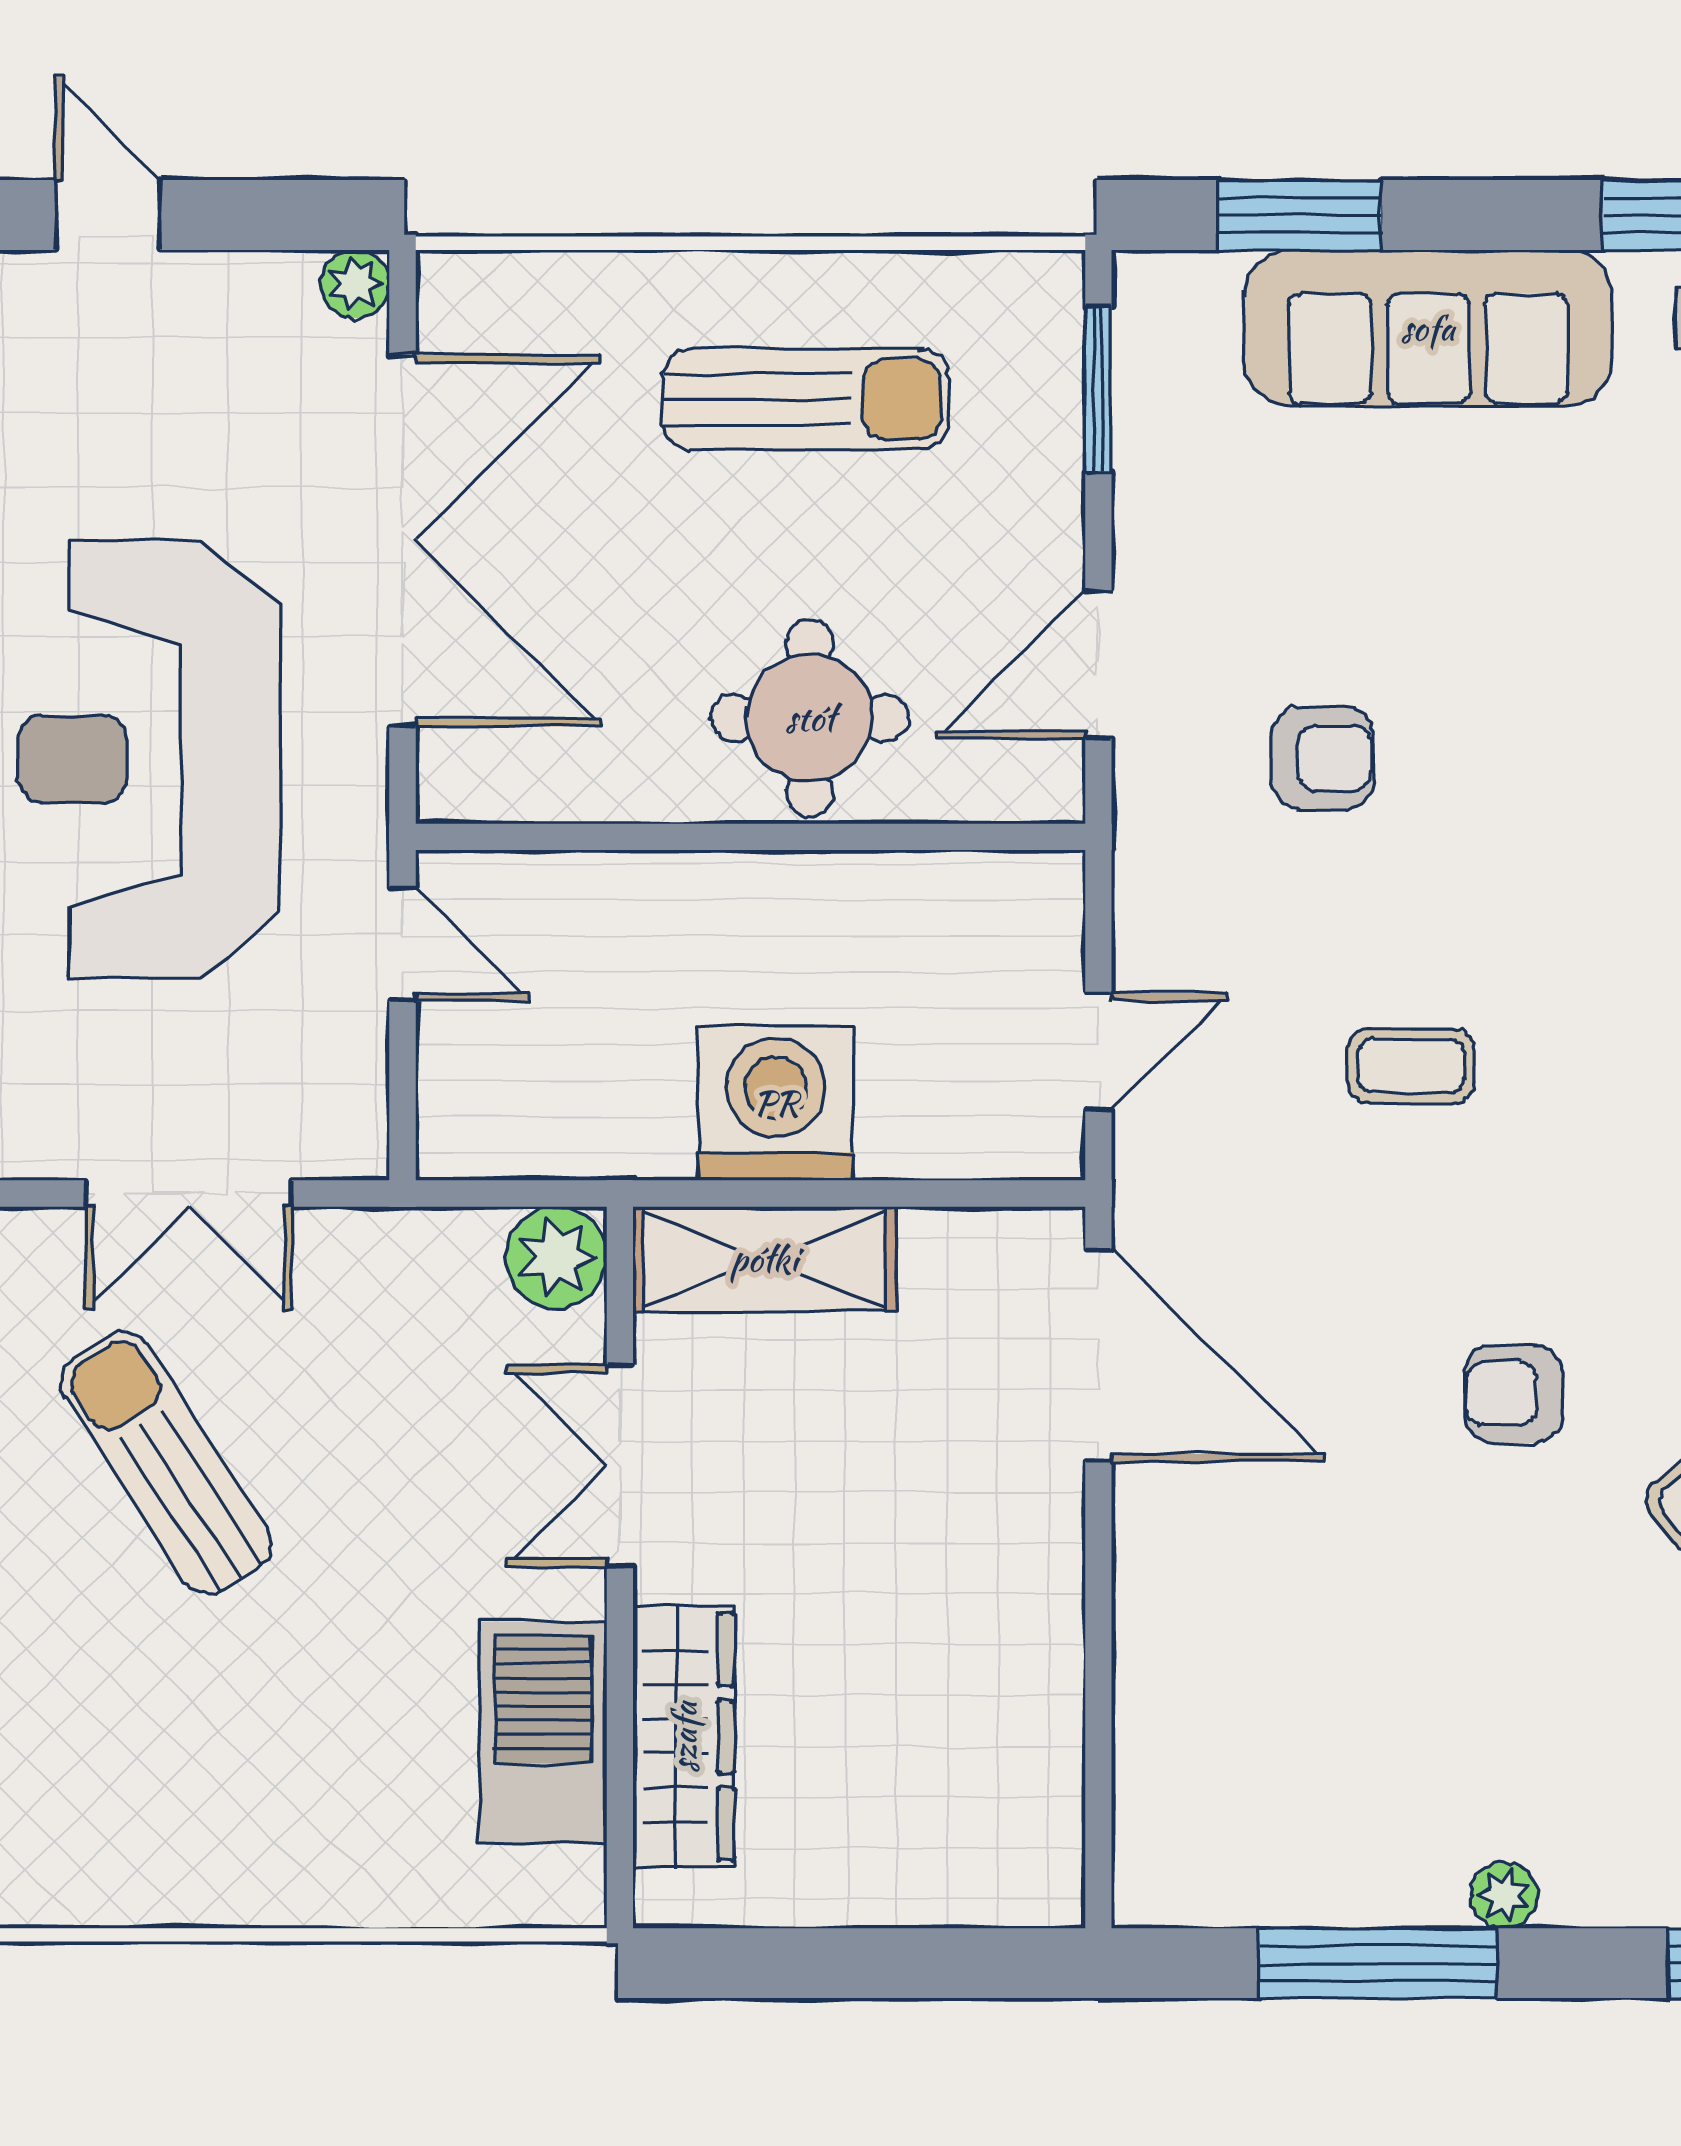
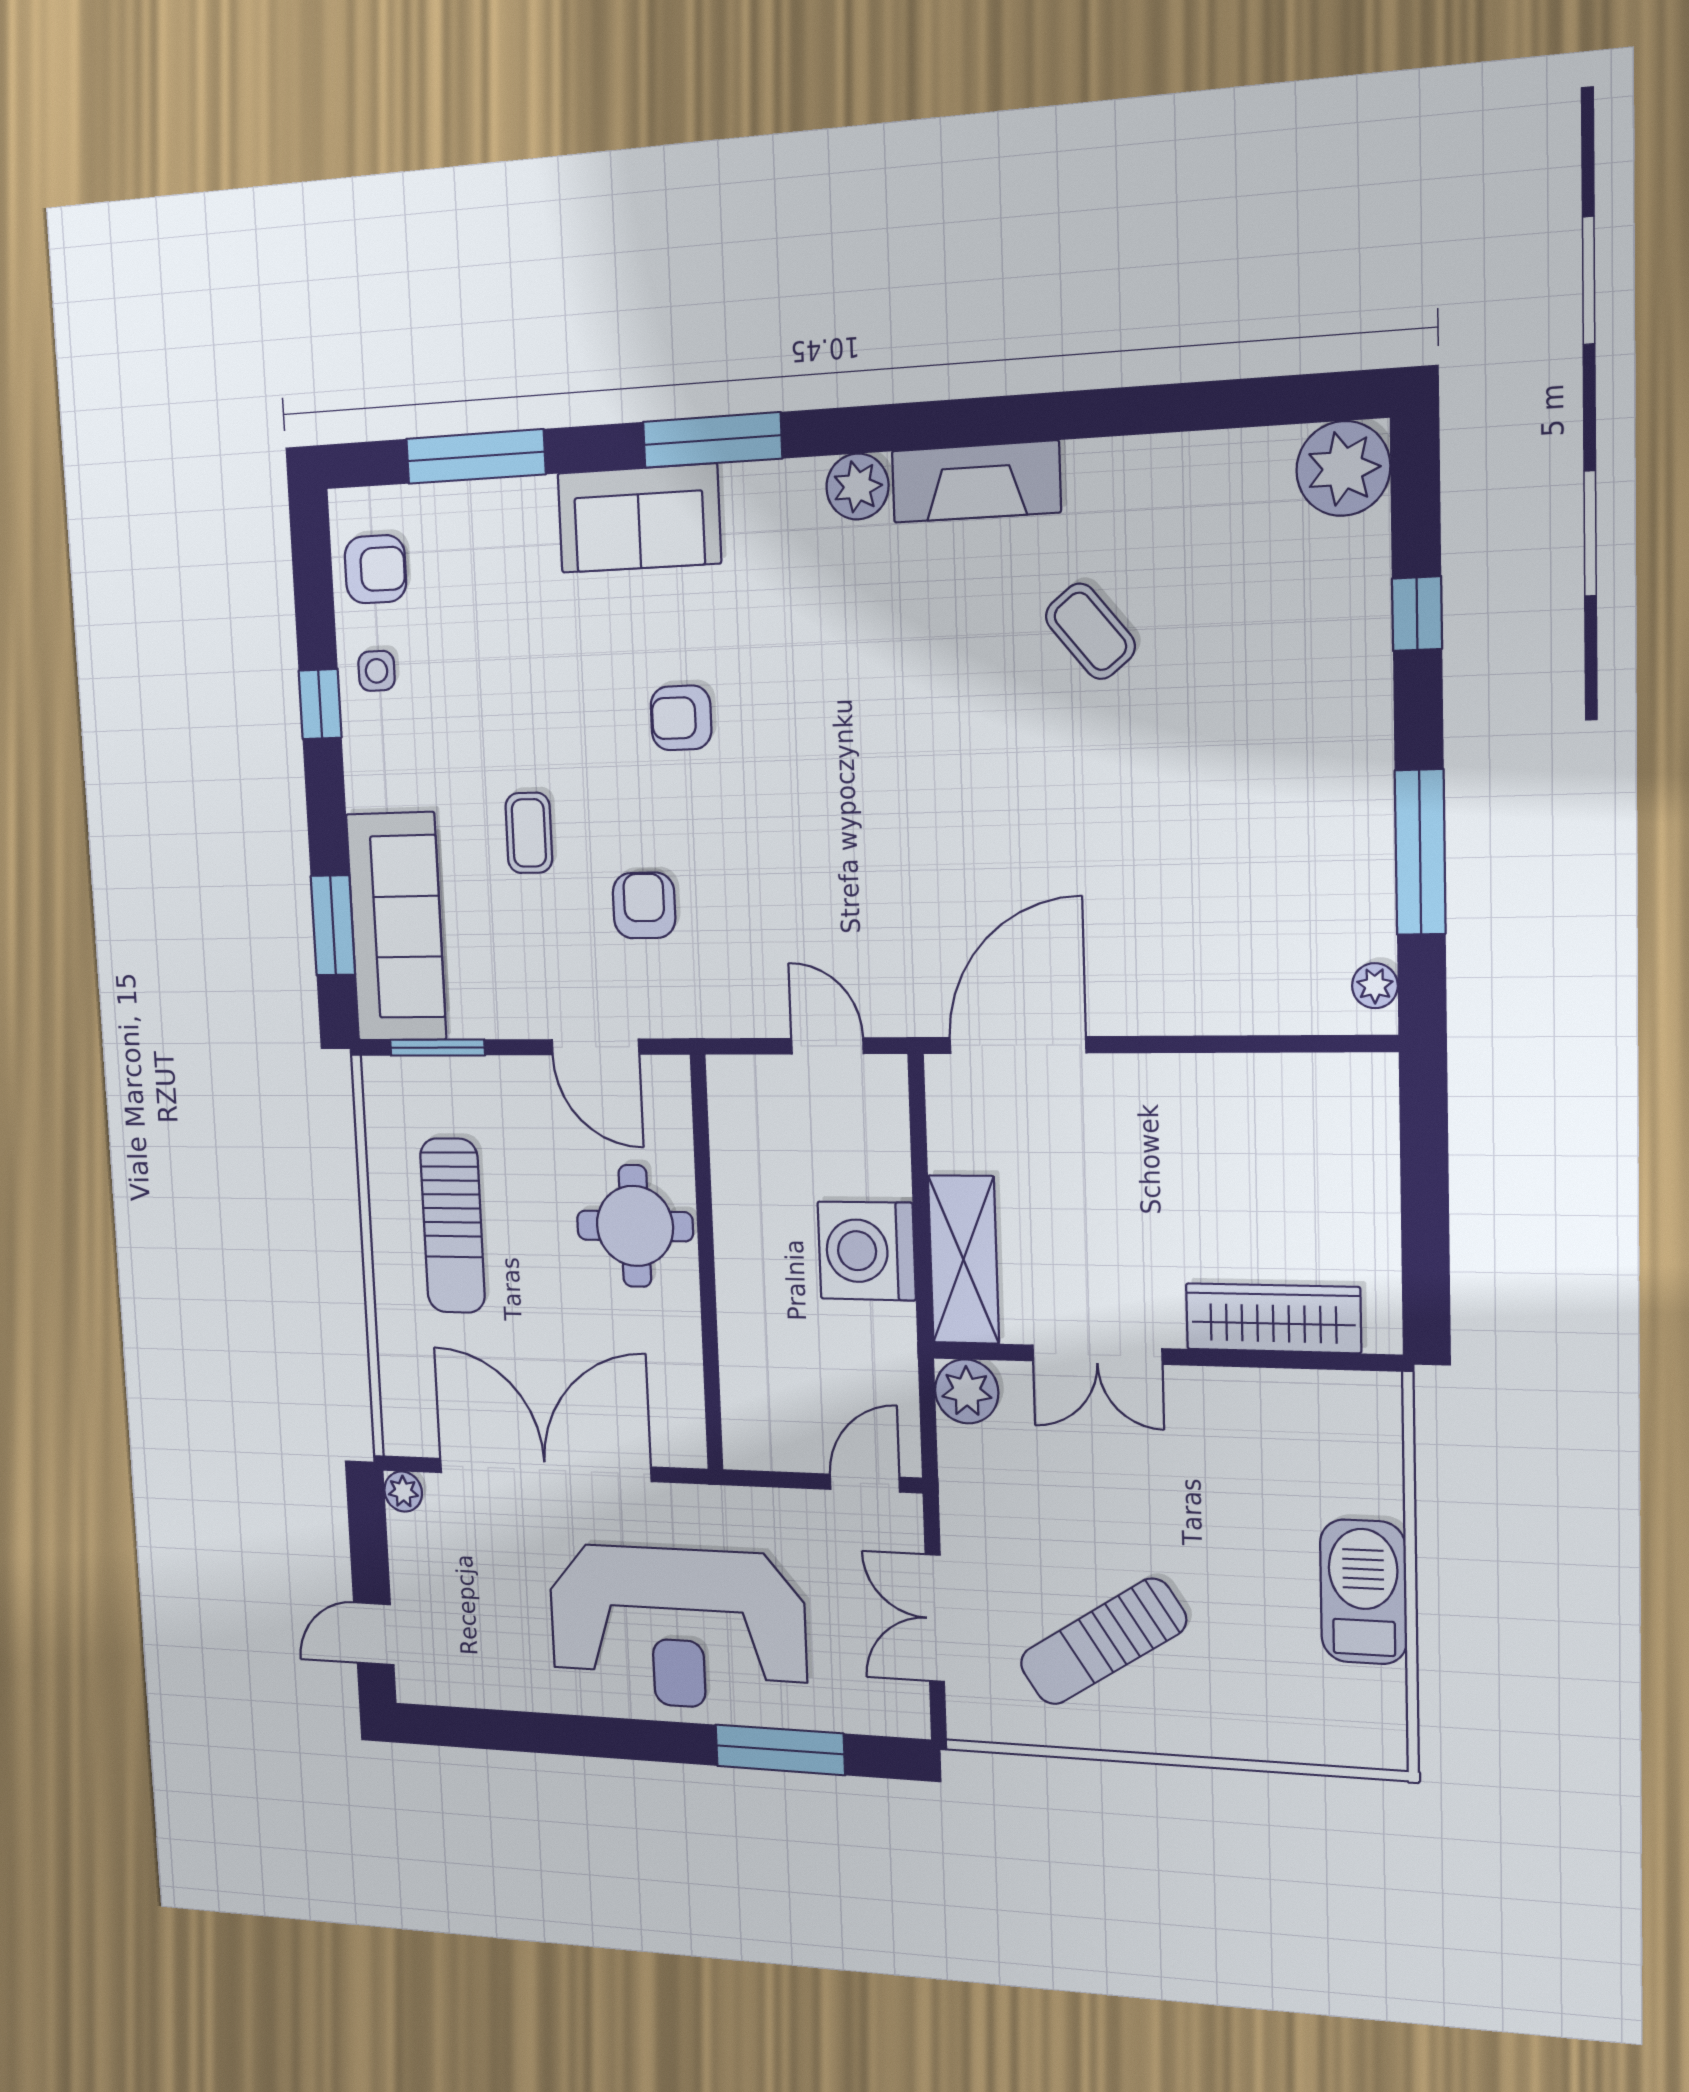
sofa: (1428, 328) -> (396, 927), moved
sun lounger: (805, 399) -> (453, 1226), turned 180
door: (403, 944) -> (865, 1483), moved
coffee table: (1411, 1066) -> (529, 833), moved
double door: (189, 1193) -> (935, 1618), swing flipped
armchair: (1513, 1394) -> (681, 718), moved, turned 90
barbecue: (543, 1732) -> (1363, 1592), moved, turned 90
plant: (1504, 1895) -> (1375, 986), moved

